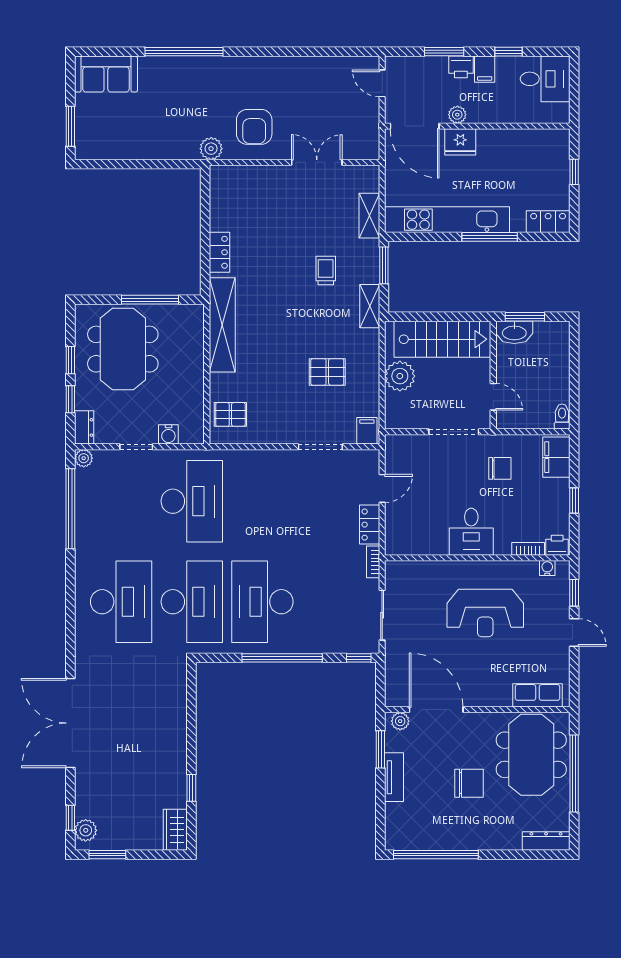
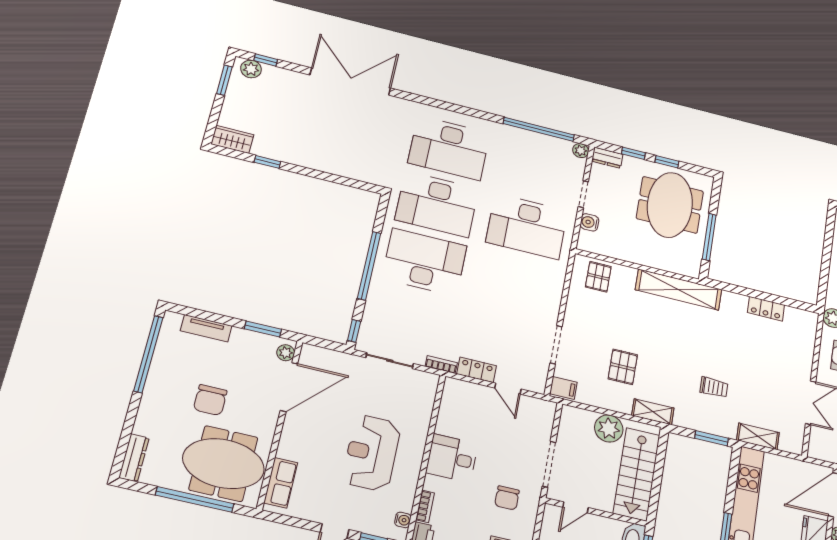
locker: (220, 252) -> (766, 309), moved
shelving: (370, 306) -> (653, 412), moved
meeting table: (123, 349) -> (670, 205), turned 90
tv unit: (394, 777) -> (206, 328), moved

